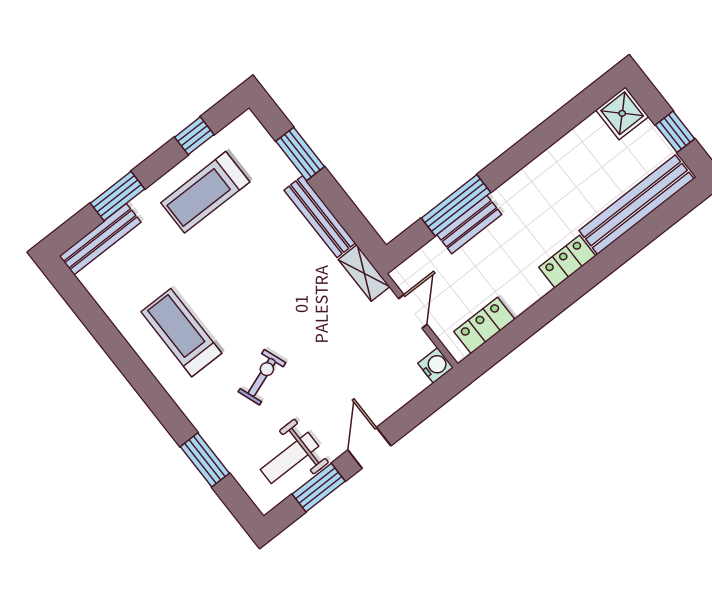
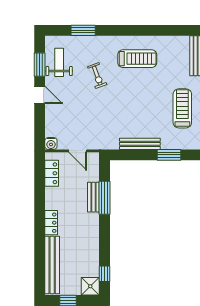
window: (583, 106) -> (105, 274), added
shelving: (364, 273) -> (106, 144), removed

